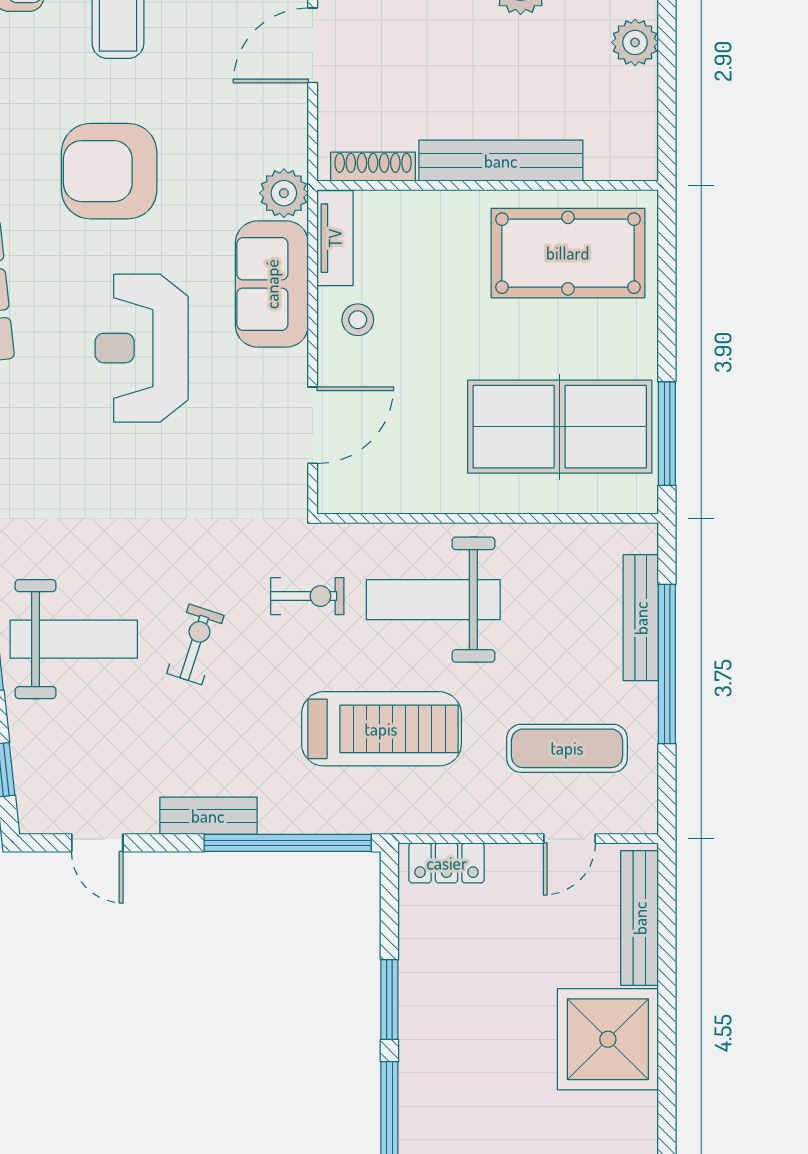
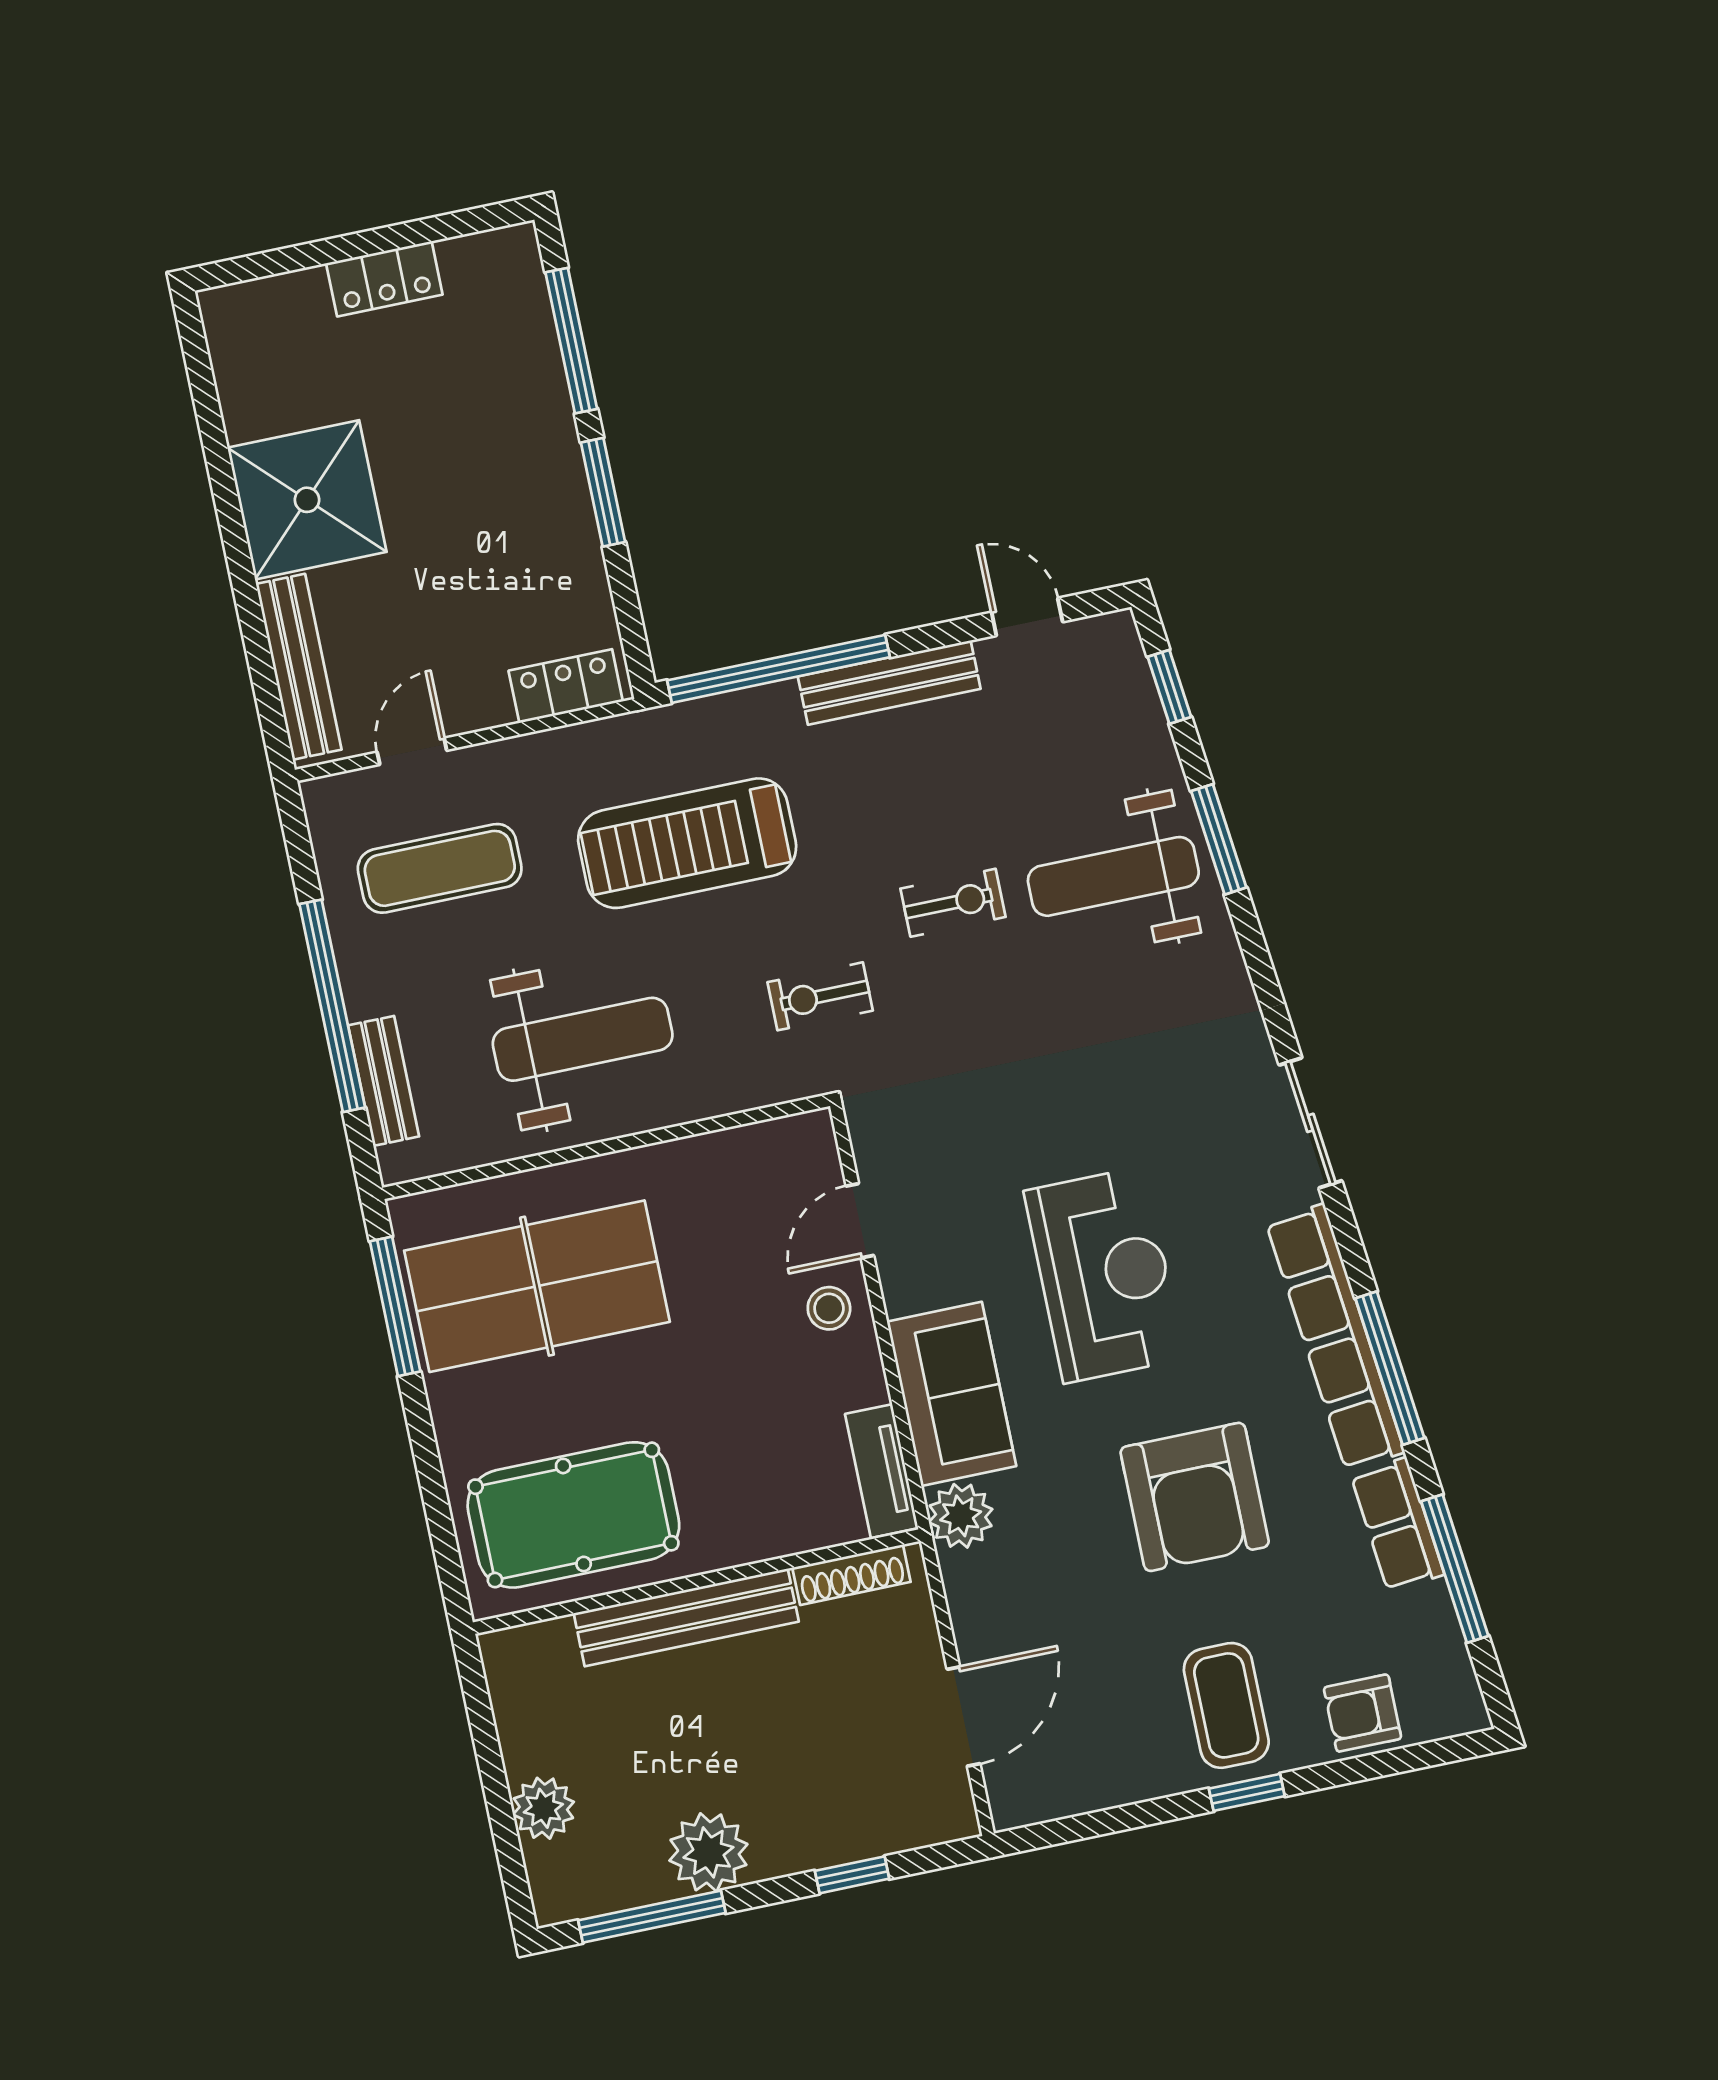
armchair: (109, 171) -> (1195, 1497), turned 90
stool: (358, 320) -> (829, 1308), moved
door: (313, 425) -> (860, 1221), width x0.73
weight bench: (433, 600) -> (583, 1039), moved
bench: (641, 618) -> (384, 1081), width x0.73
exercise bike: (195, 644) -> (953, 903), turned -108
bench: (208, 816) -> (889, 683), width x1.36

